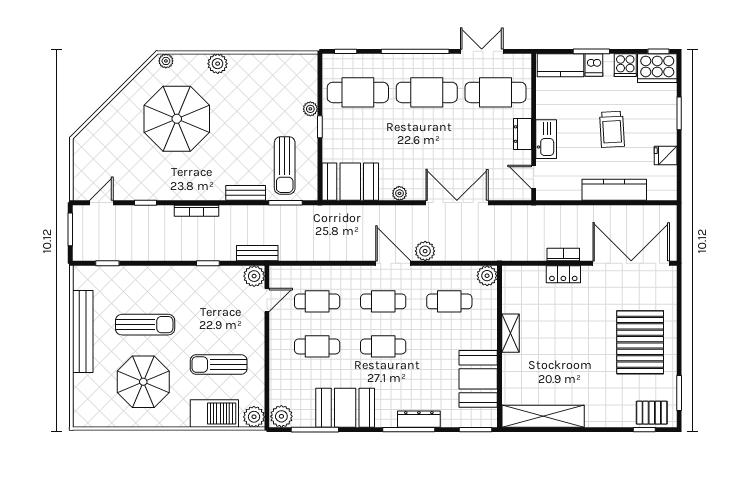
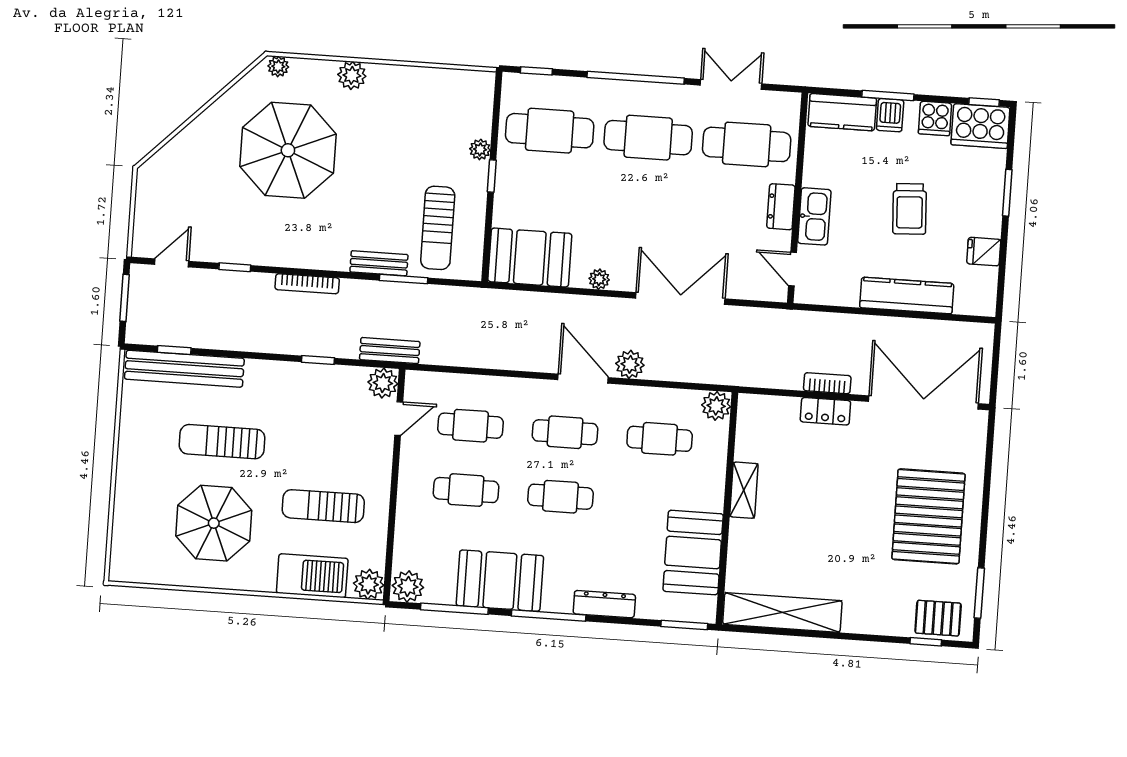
window: (286, 203) -> (404, 279), moved
sun lounger: (145, 325) -> (222, 442), turned 180
bench: (83, 331) -> (184, 369), moved, turned 90
window: (409, 430) -> (549, 615), moved

